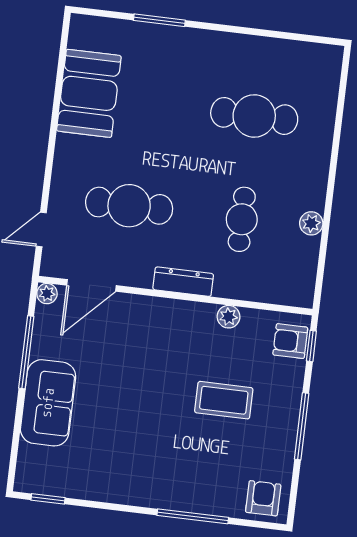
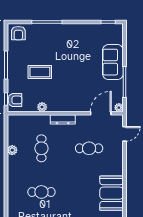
cafe table: (254, 116) -> (41, 192), width x0.73, depth x0.74
cafe table: (129, 206) -> (89, 148), width x0.73, depth x0.74

